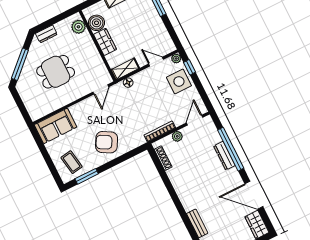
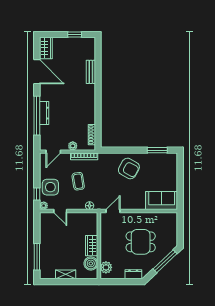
shelving: (125, 69) -> (86, 217), removed
coffee table: (72, 162) -> (78, 181), moved

